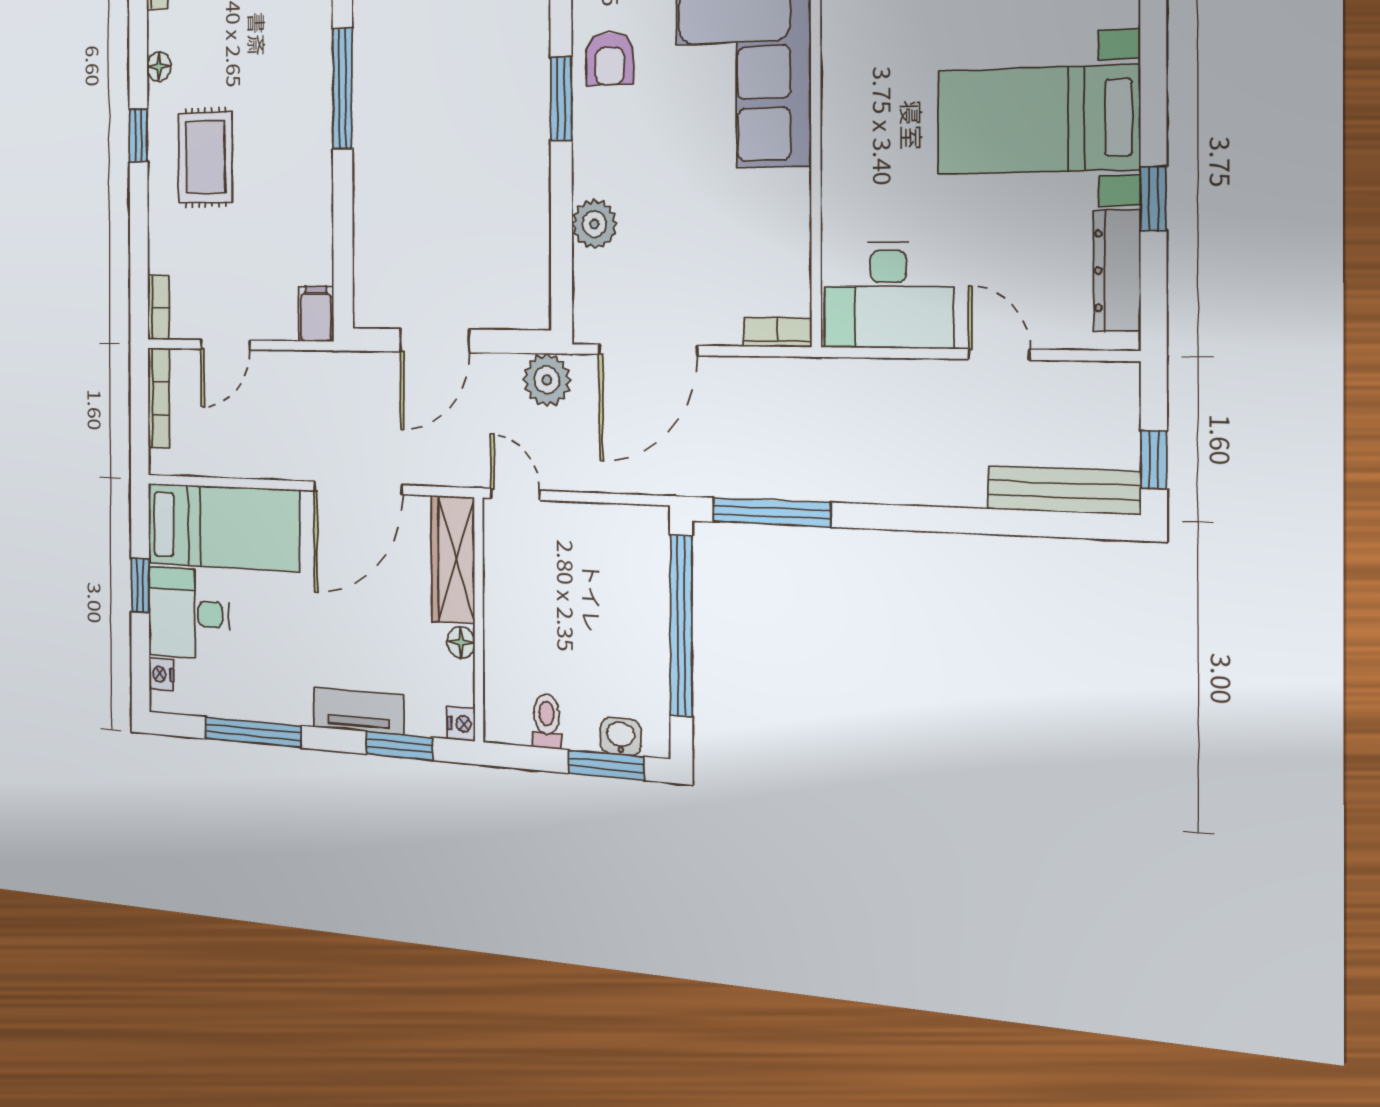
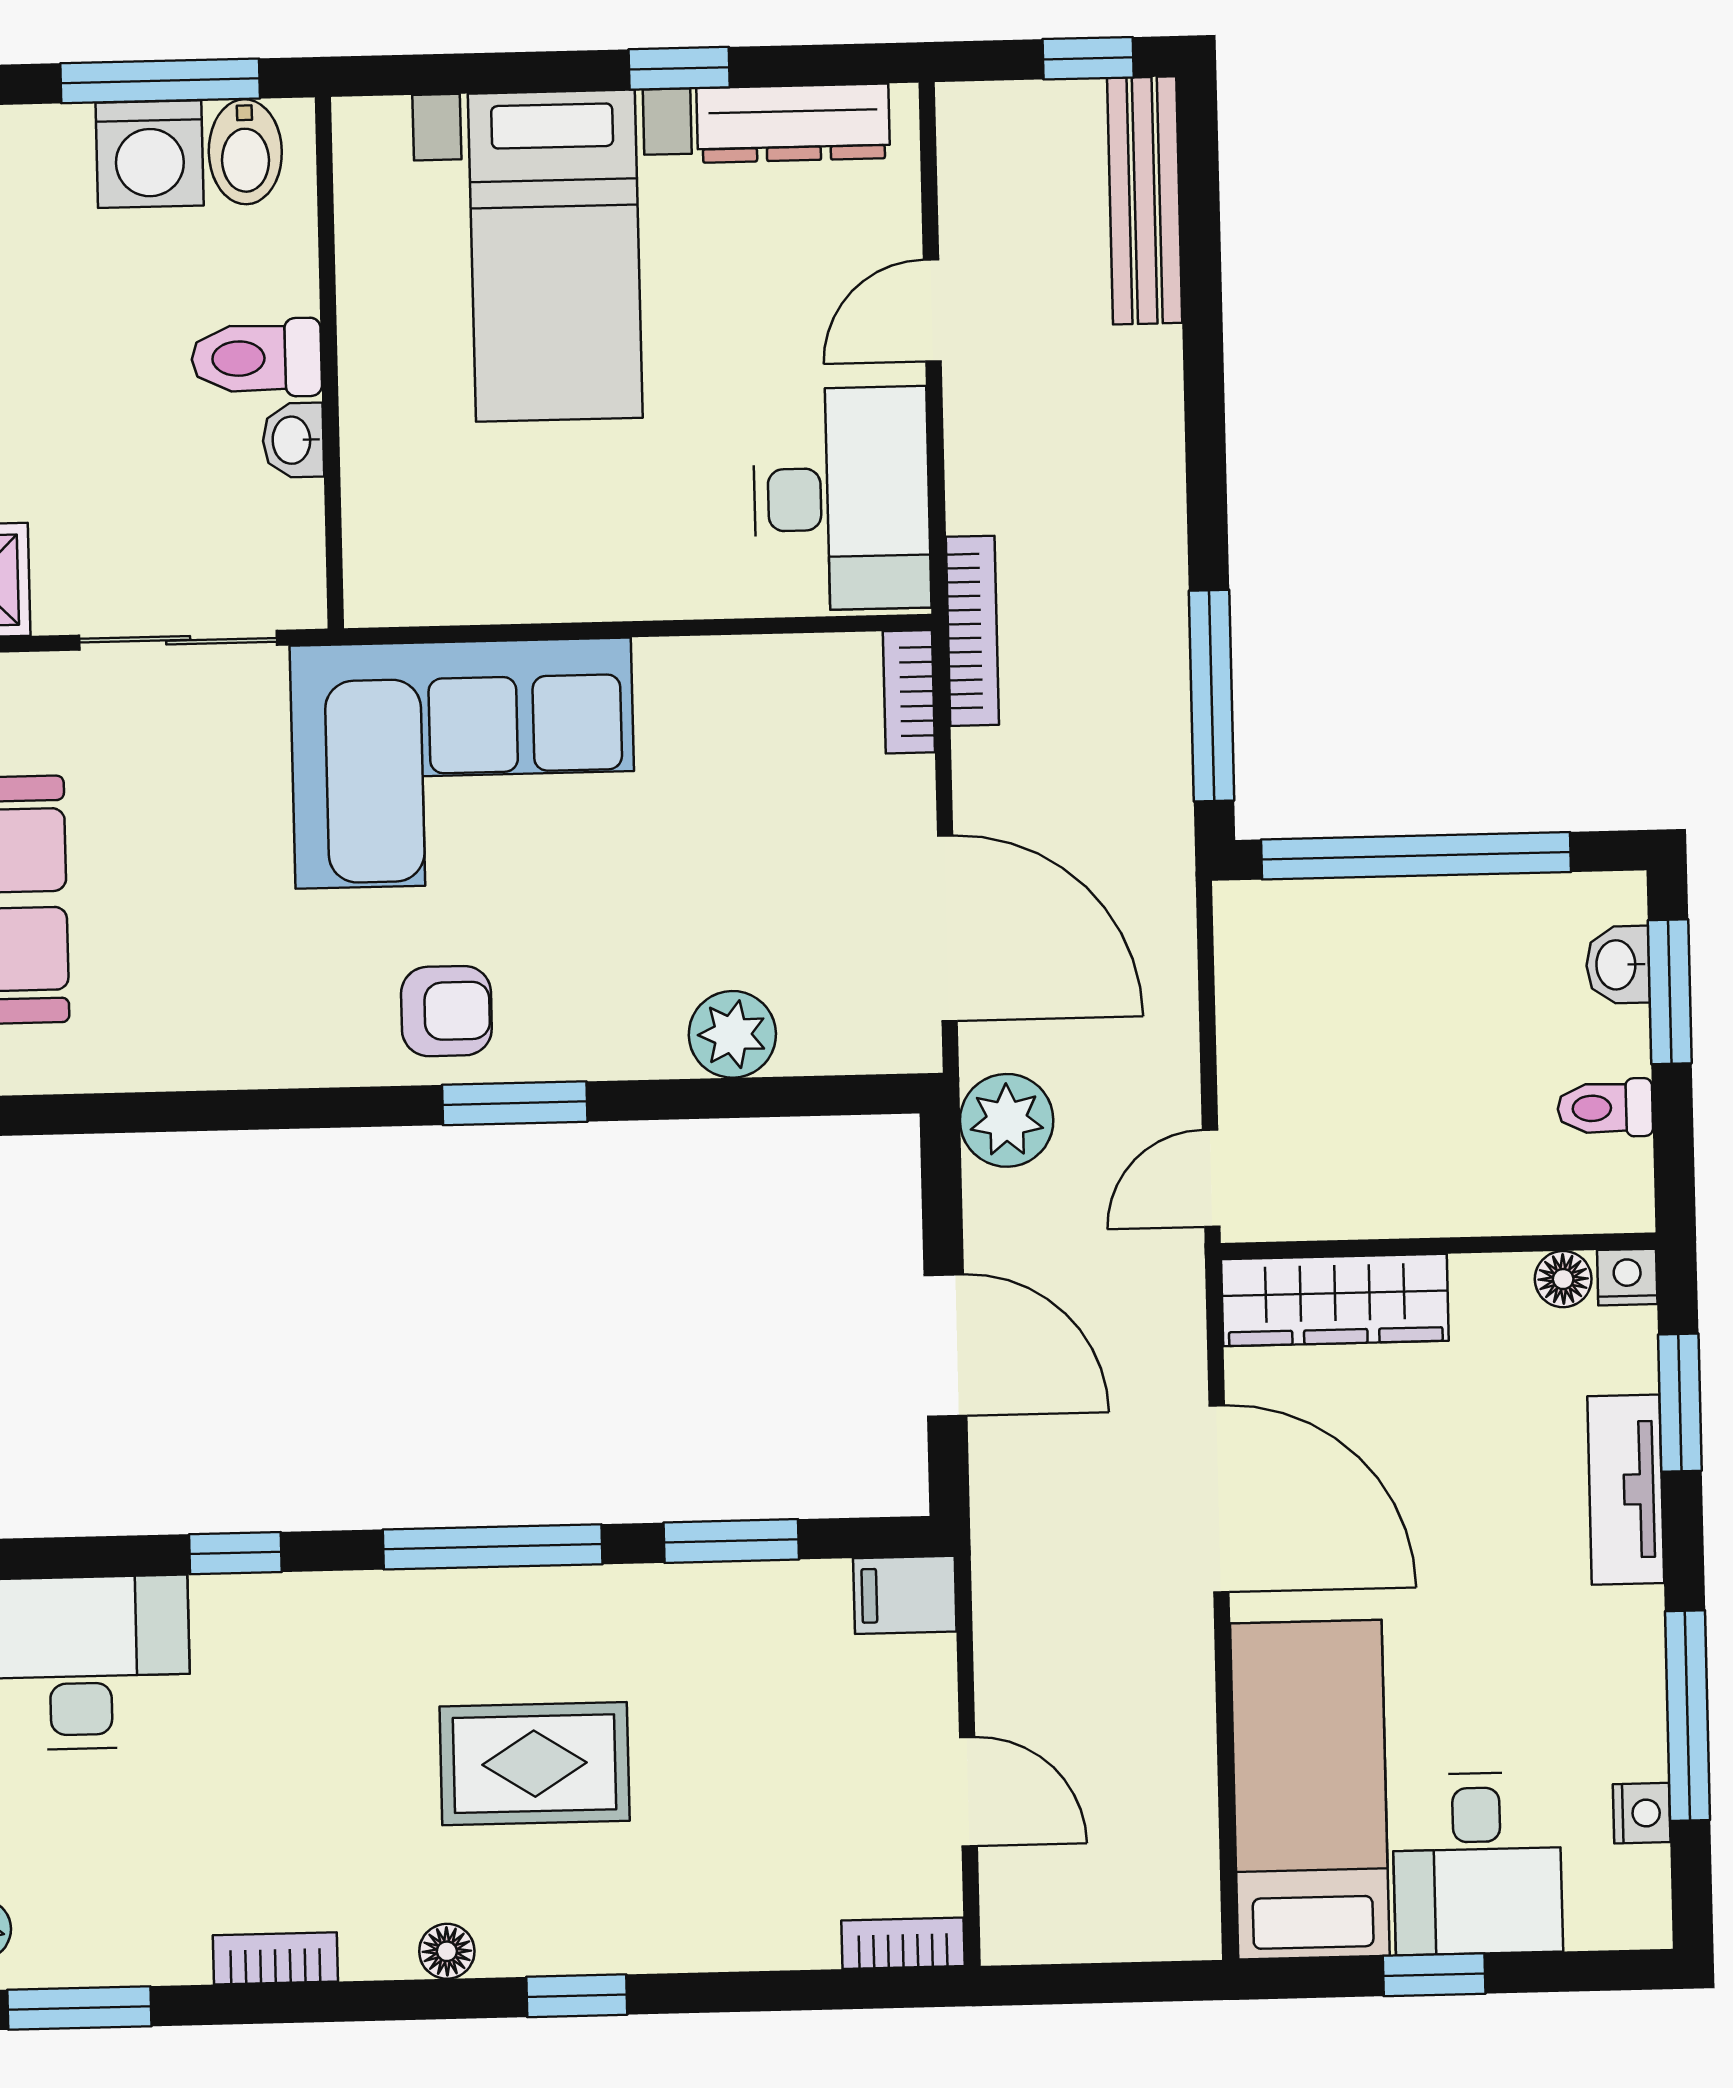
rug: (205, 157) -> (535, 1764), moved
window: (343, 220) -> (731, 1541), added
bookcase: (159, 398) -> (972, 631), moved, turned 90
floor lamp: (461, 642) -> (1563, 1279), moved
nightstand: (161, 674) -> (1642, 1813), moved, turned -90

